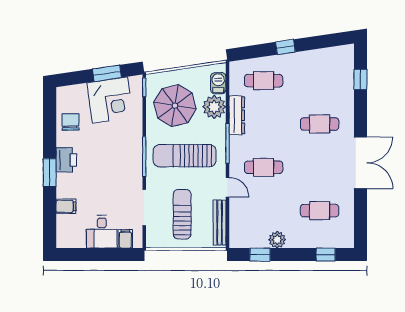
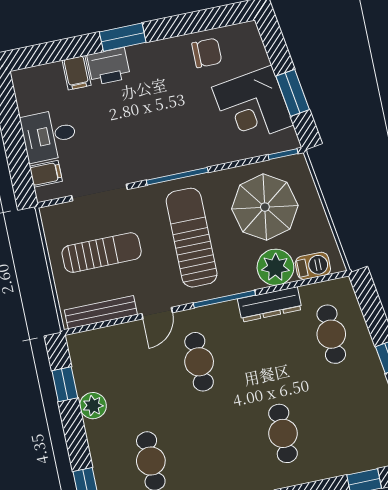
printer: (66, 160) -> (109, 66), moved

